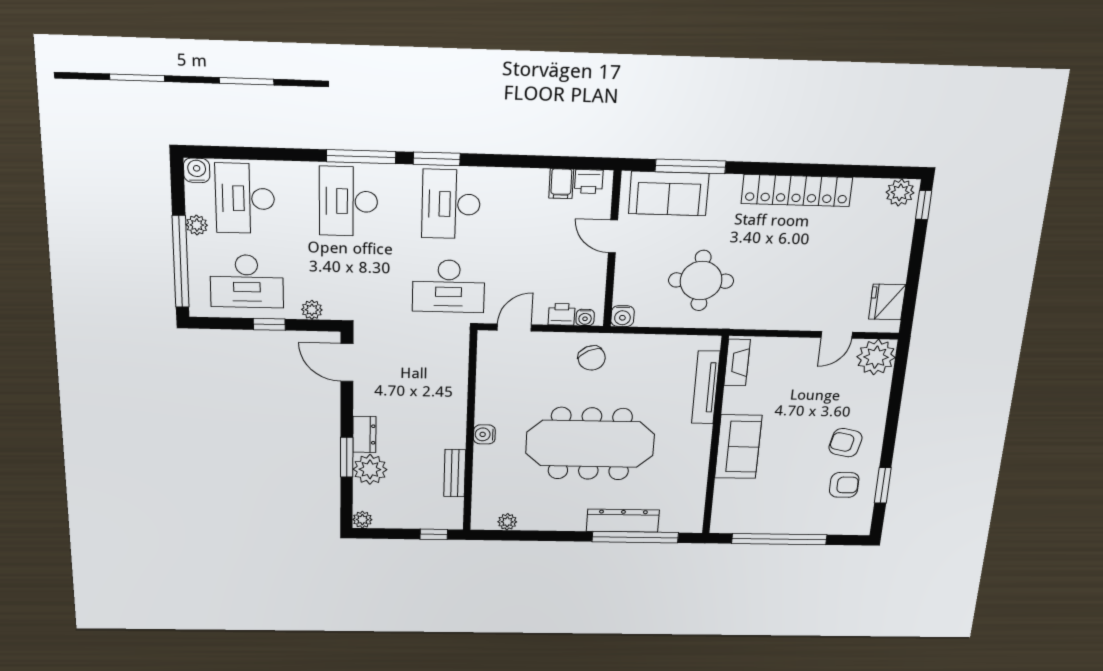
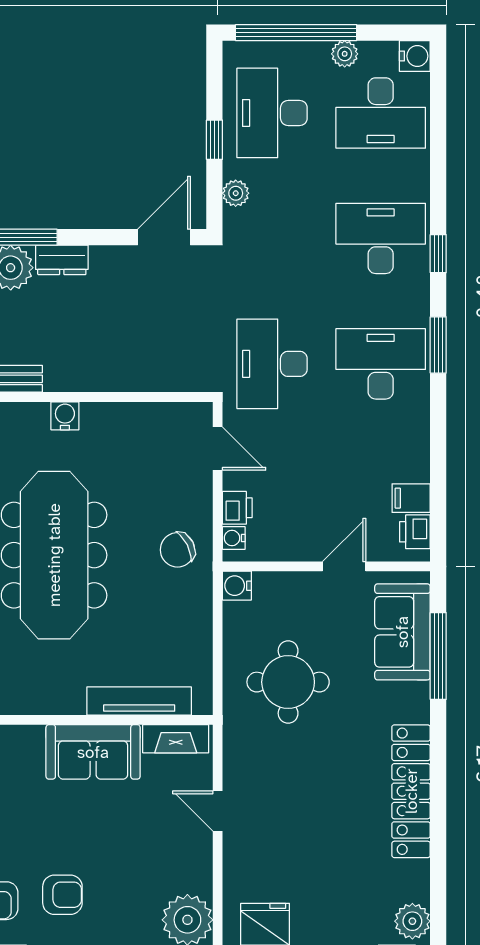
window: (361, 157) -> (438, 254), width x0.46
desk: (245, 198) -> (381, 113), turned 180
door: (837, 335) -> (218, 811), moved
armchair: (845, 443) -> (62, 895), turned 78
sofa: (738, 447) -> (93, 752), moved

